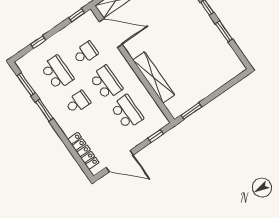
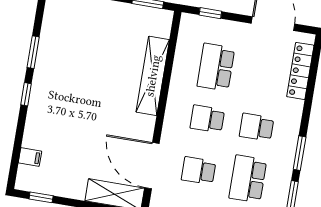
school desk: (106, 83) -> (207, 119), width x0.54

